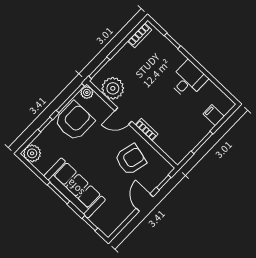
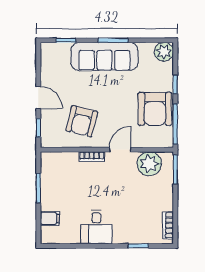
plant: (87, 92) -> (167, 141), removed

